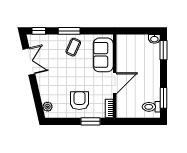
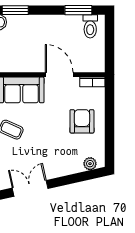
armchair: (79, 101) -> (82, 121), turned 90
window: (91, 121) -> (110, 107), removed

